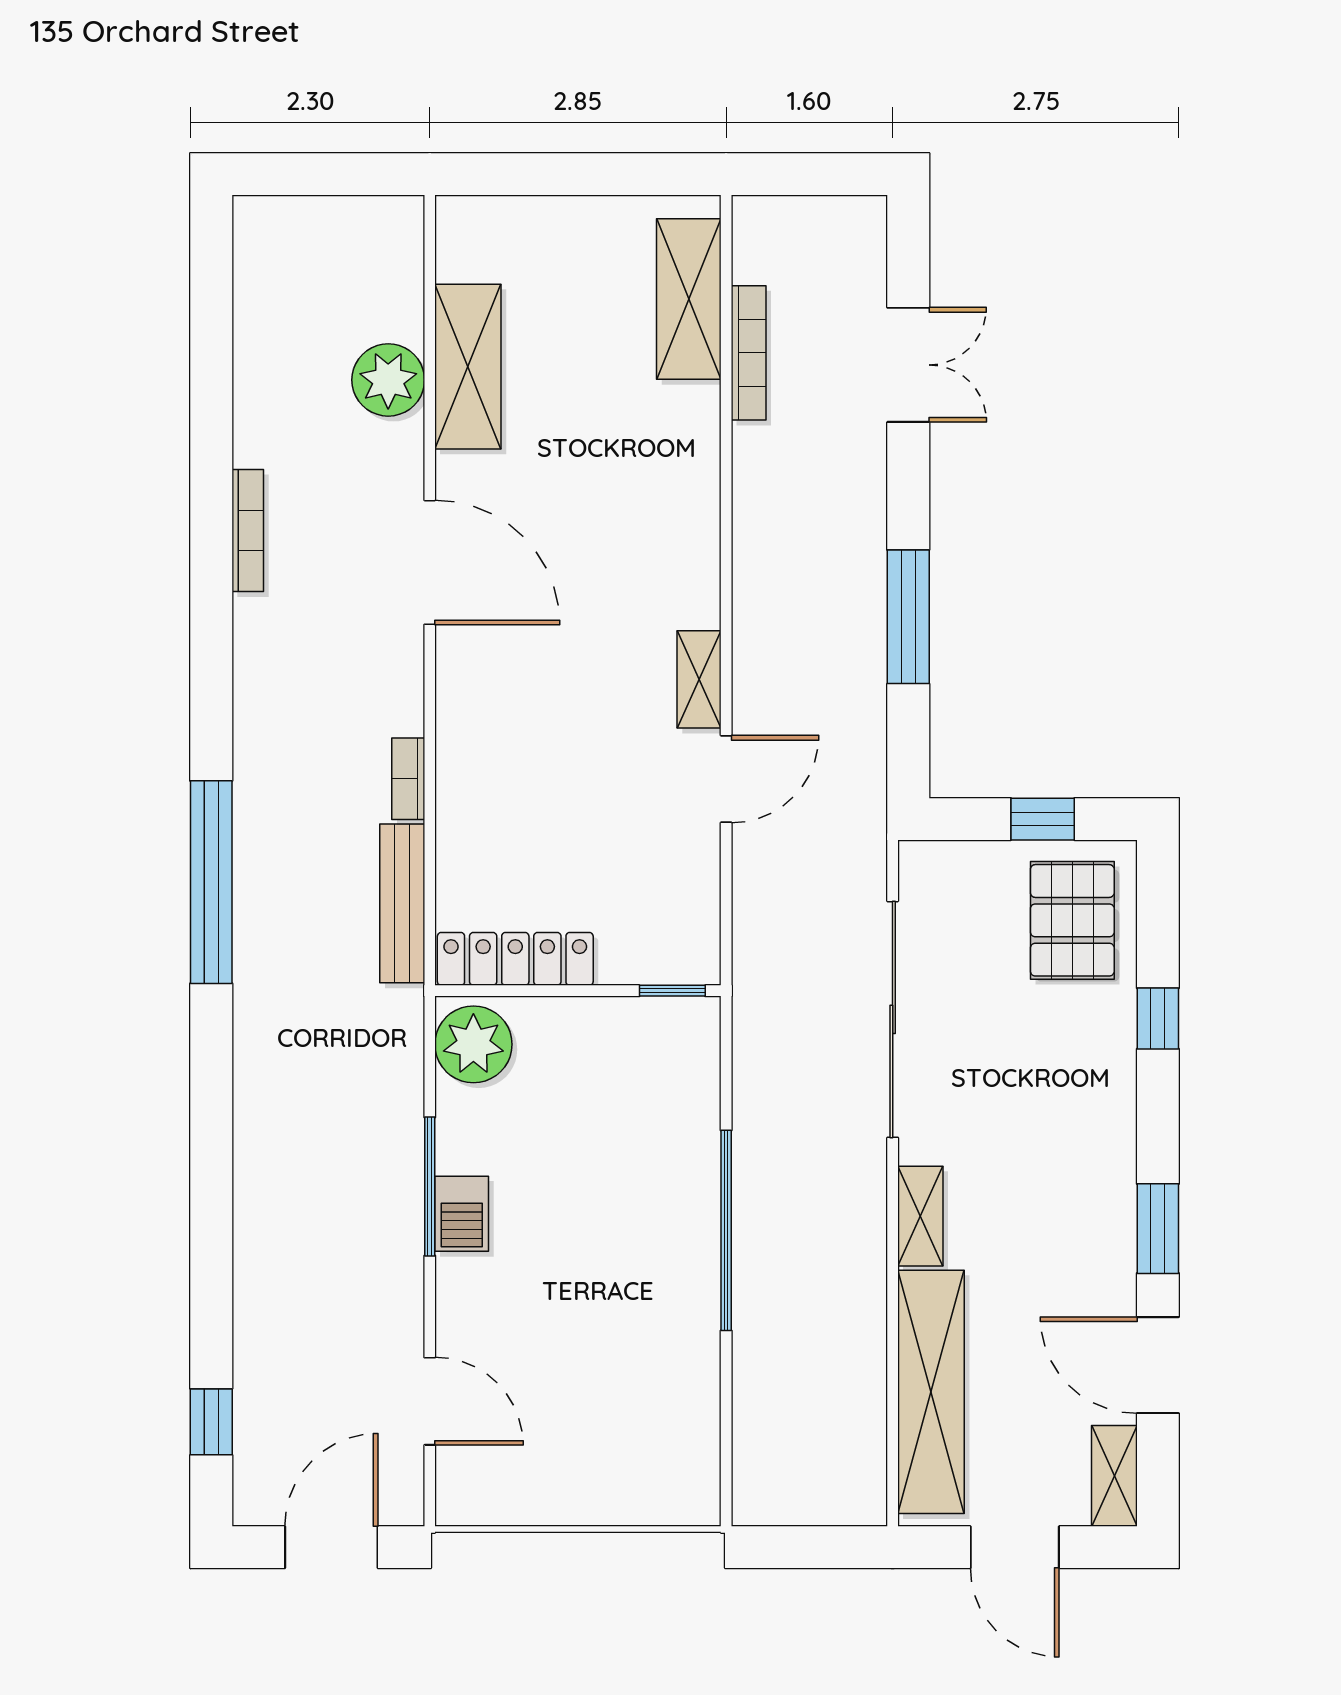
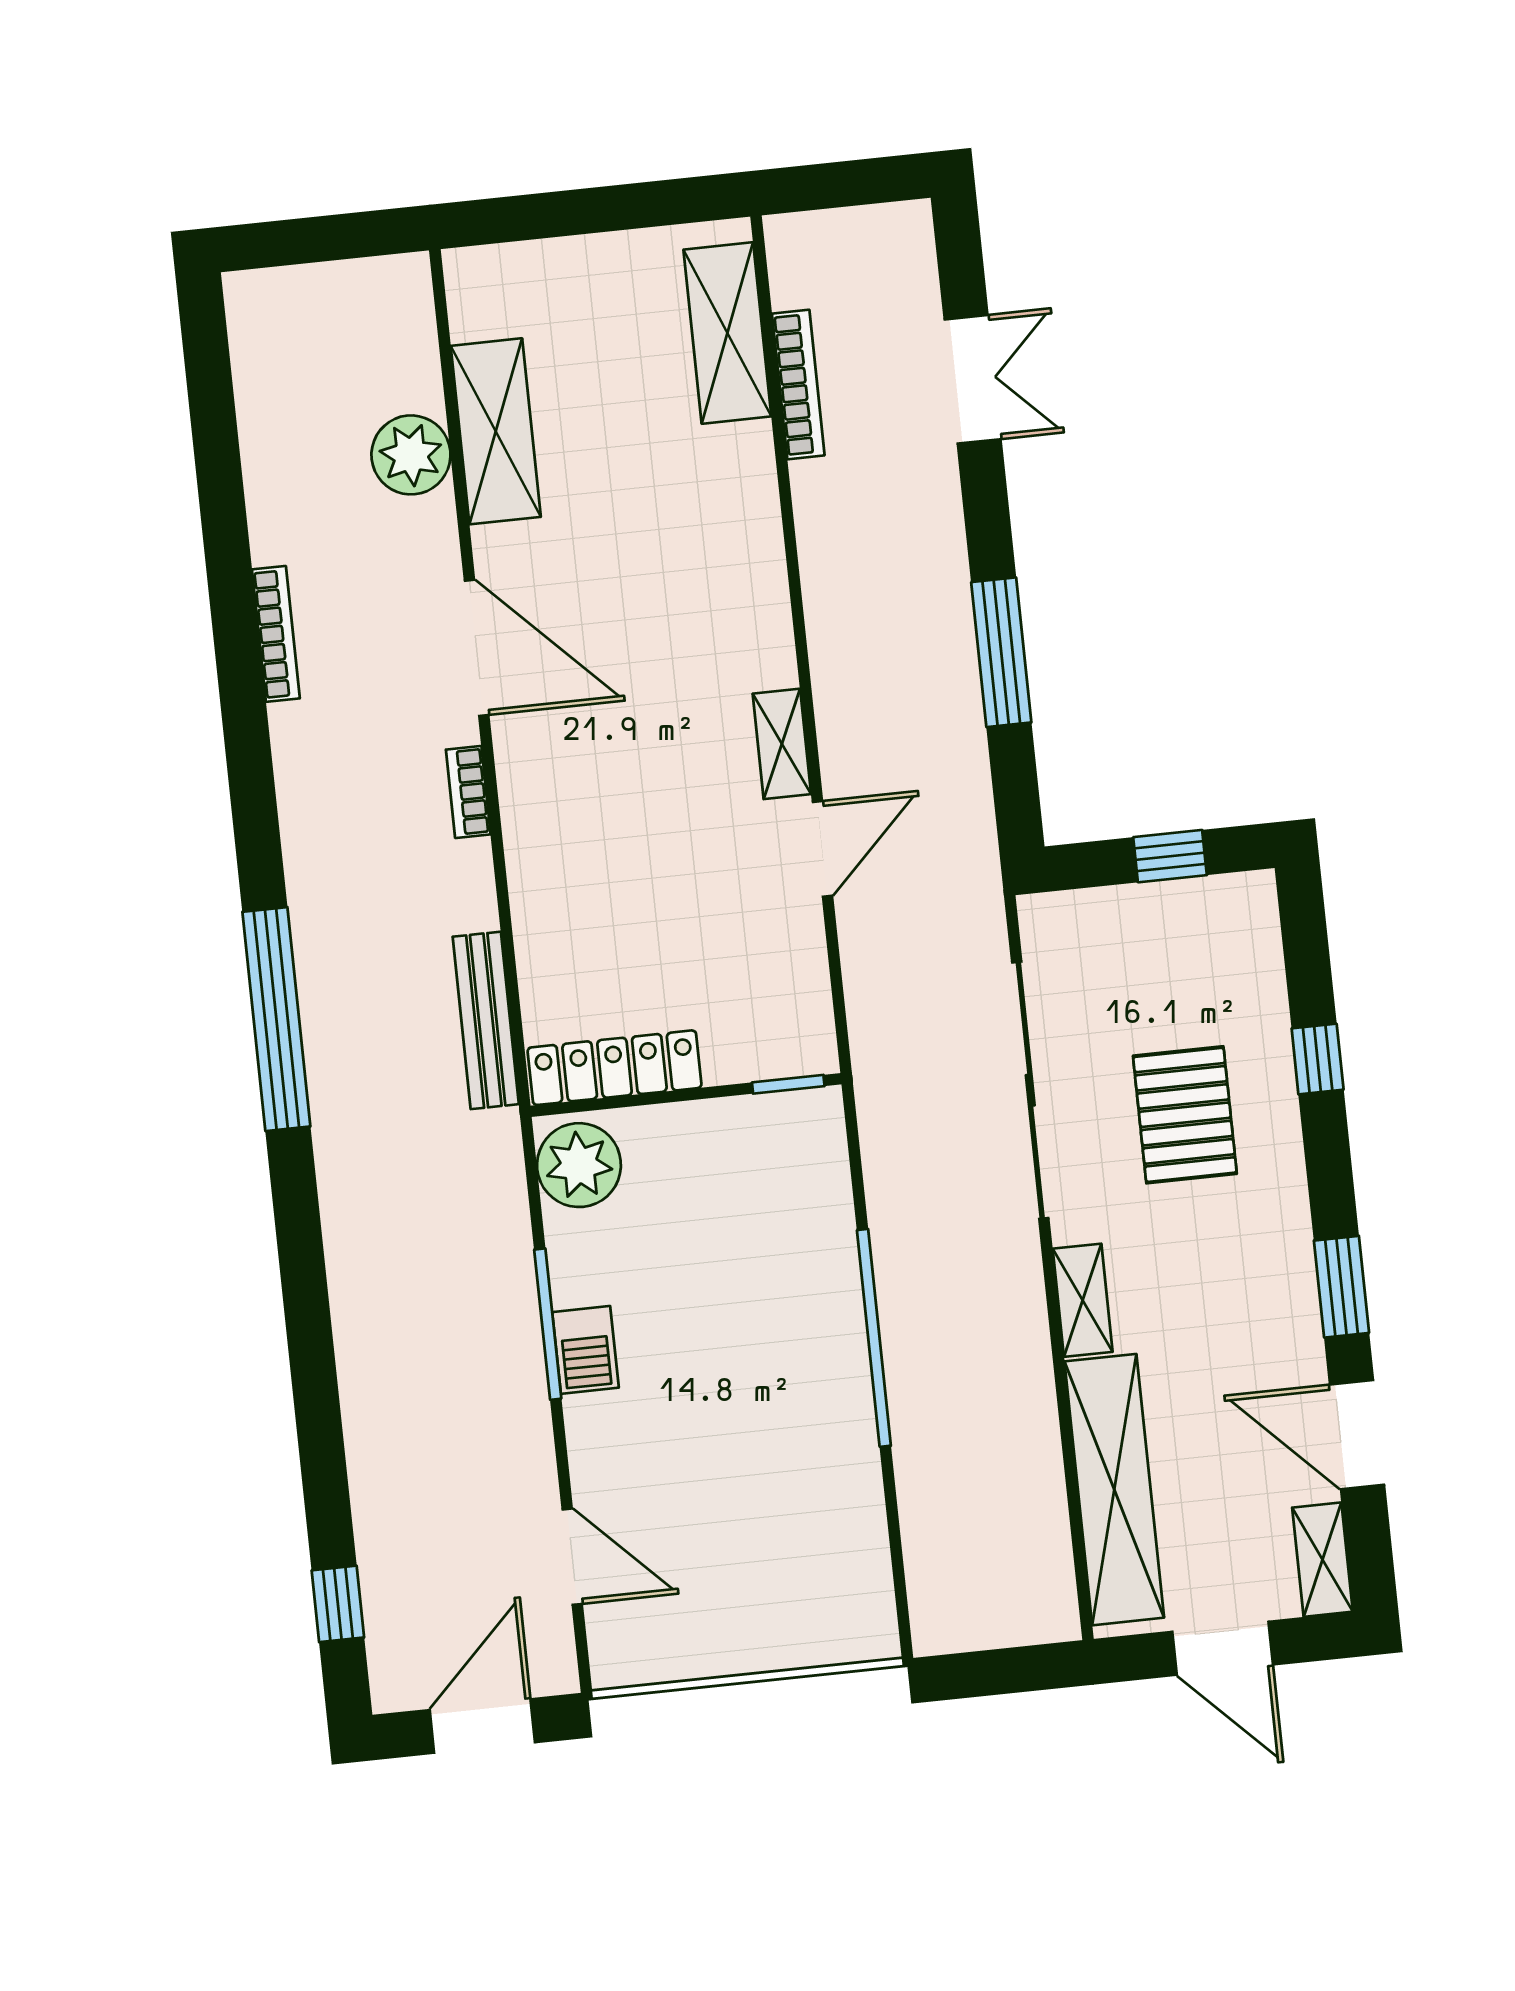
bookcase: (408, 779) -> (468, 792), moved
pallet: (1072, 920) -> (1185, 1115), moved

